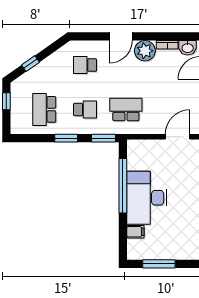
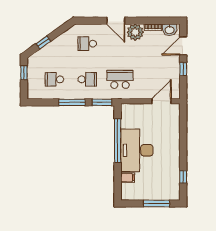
door: (121, 36) -> (116, 21), hinge flipped
school desk: (44, 109) -> (54, 79), width x0.54
window: (66, 138) -> (72, 102), width x1.44
window: (159, 264) -> (157, 204), moved

